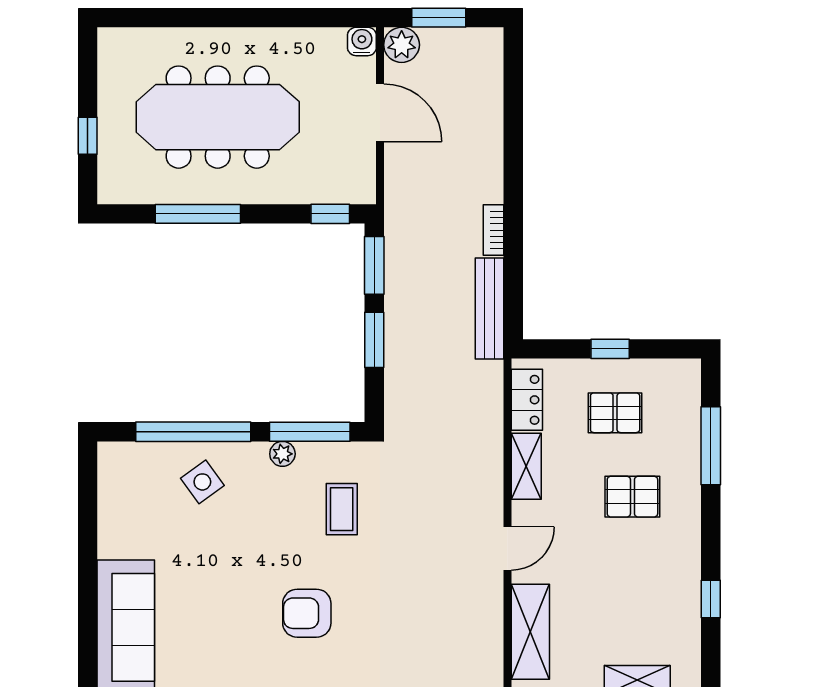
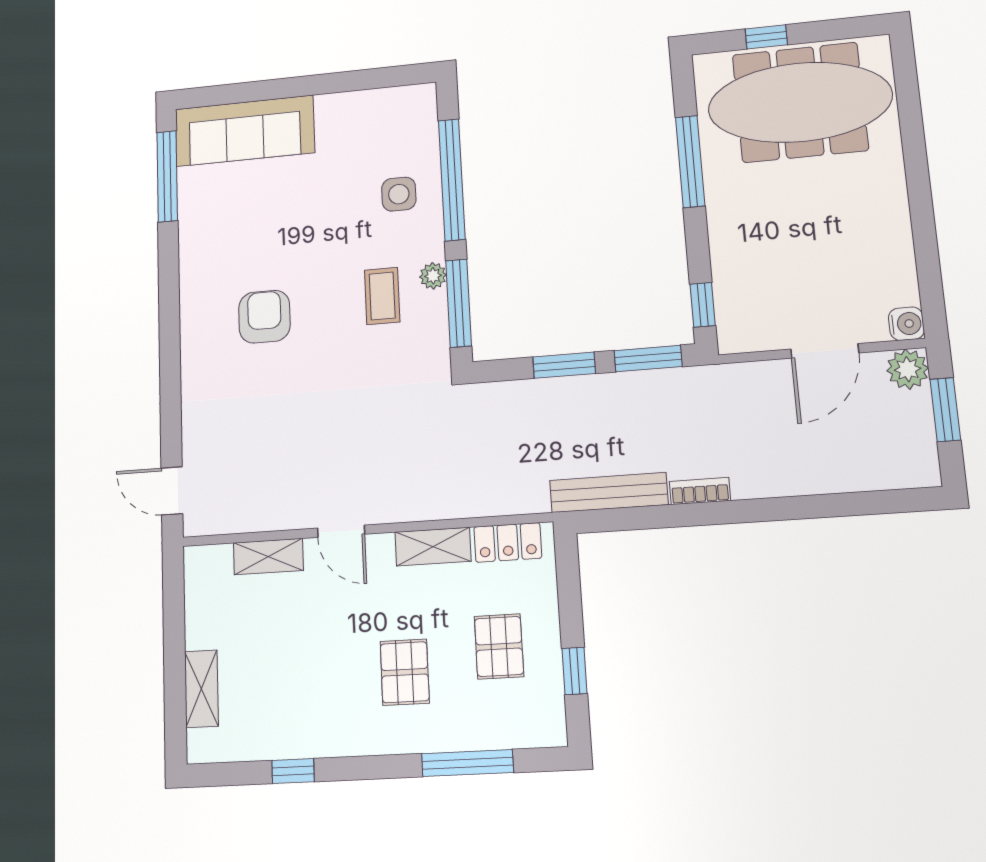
meeting table: (218, 117) -> (800, 102), moved, turned 90
window: (610, 349) -> (574, 671), moved
side table: (202, 482) -> (399, 194), turned 36
coffee table: (342, 509) -> (382, 296), moved, turned 90
shelving: (530, 632) -> (268, 557), width x0.67, depth x0.75

